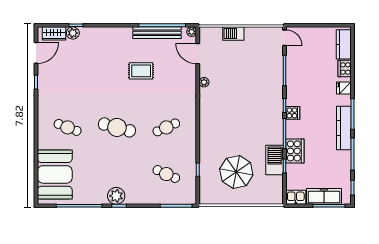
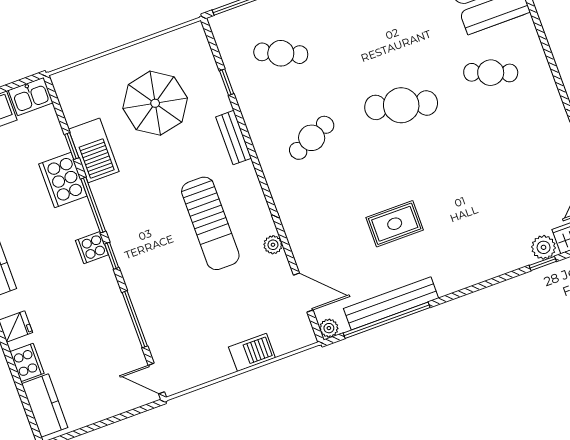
sun lounger: (231, 104) -> (210, 223), added
bench: (204, 141) -> (233, 138), added

